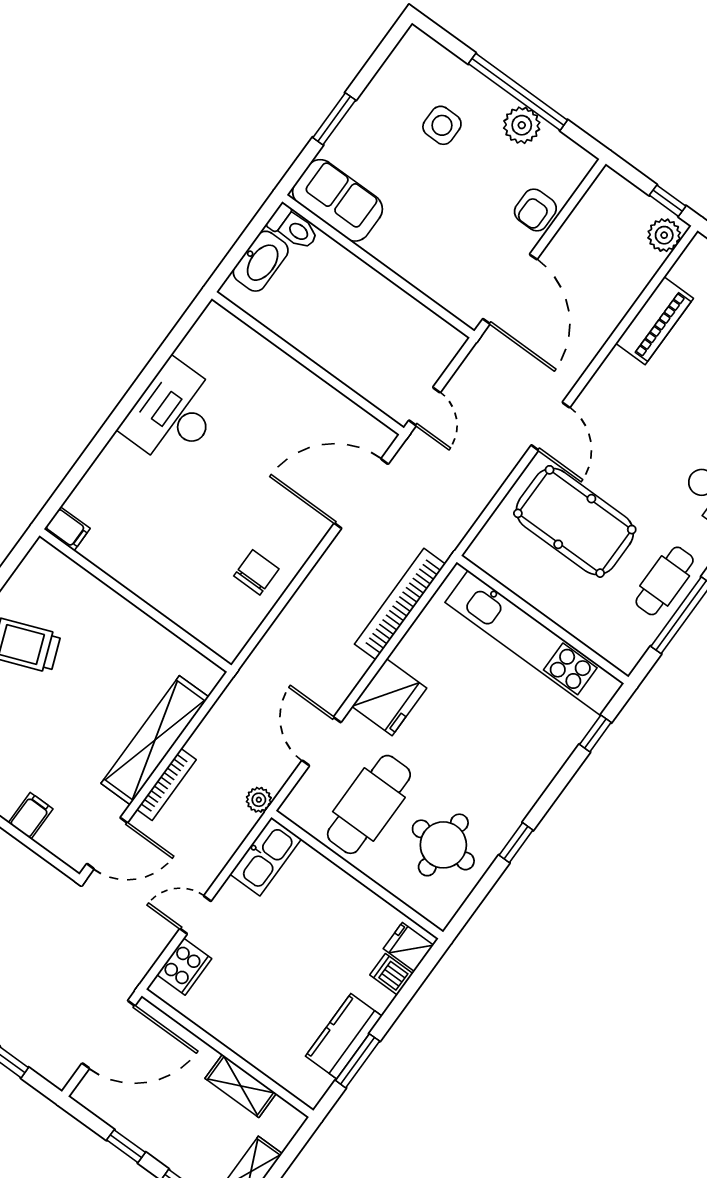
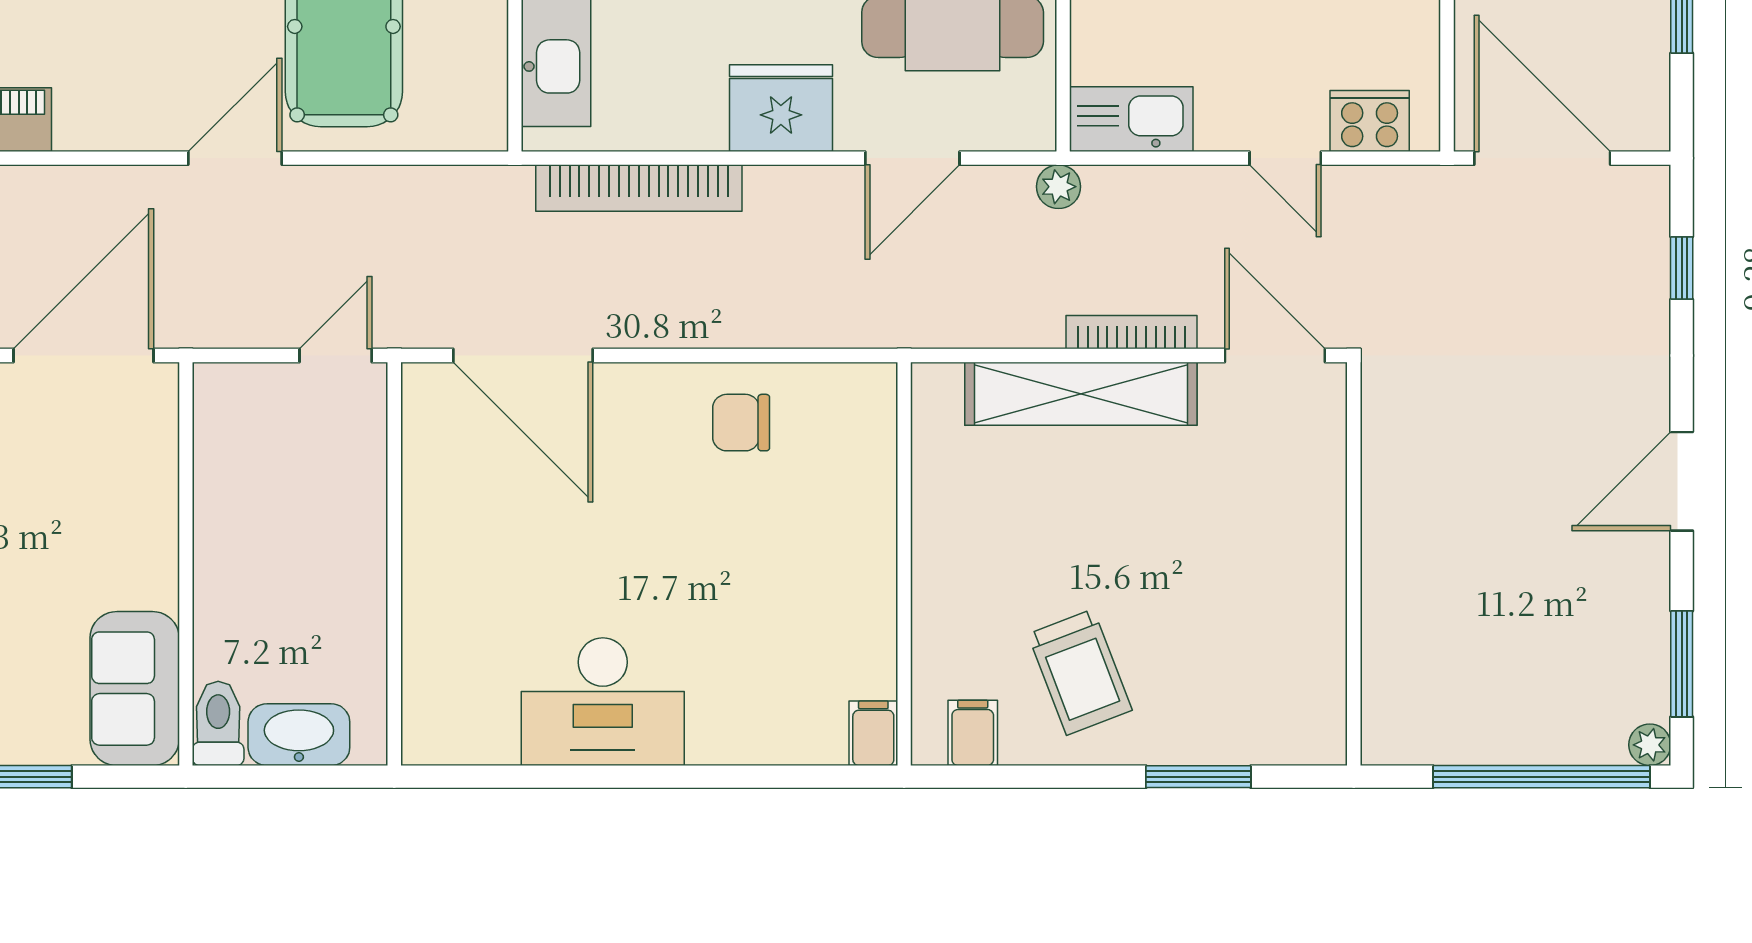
filing cabinet: (31, 816) -> (973, 733), moved, turned 90

